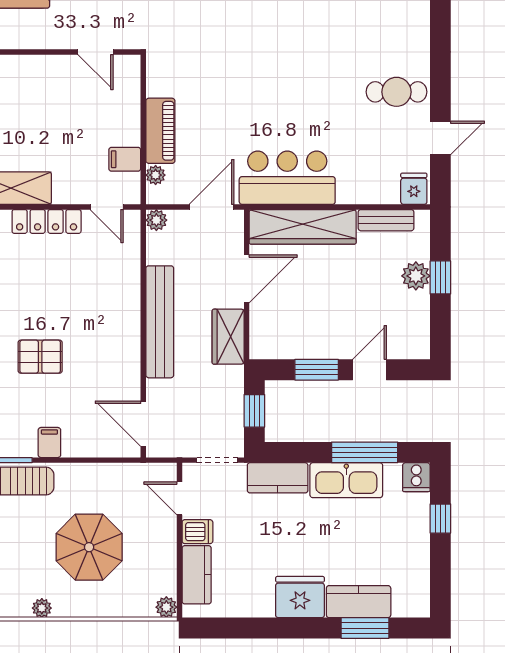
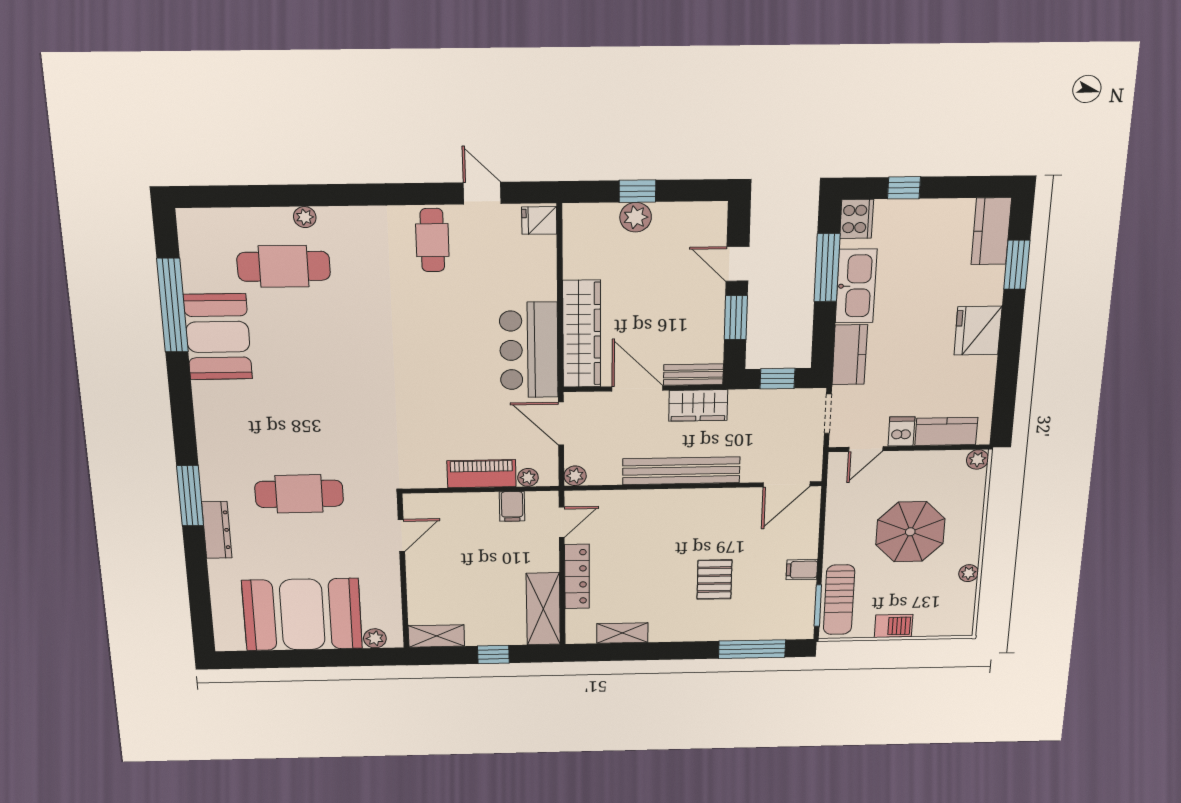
bench: (386, 220) -> (693, 375), moved, turned 90
cooker: (416, 477) -> (857, 219), width x1.36
kitchen counter: (359, 602) -> (991, 231), moved

